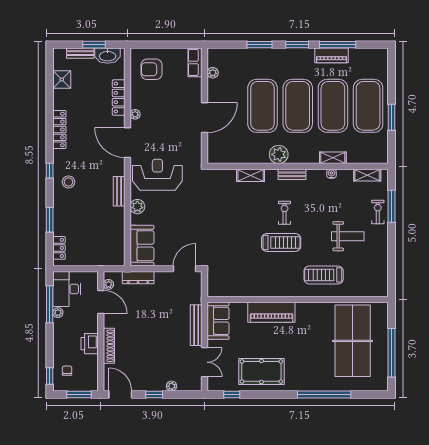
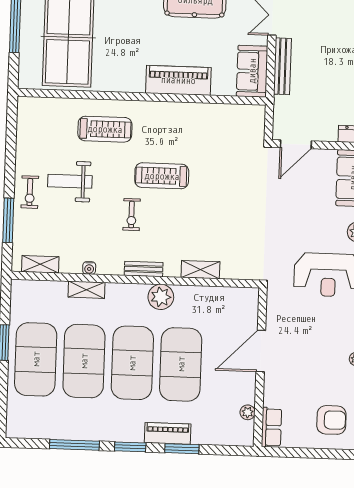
piano: (332, 55) -> (168, 433), moved
exercise bike: (378, 212) -> (30, 192), moved
exercise bike: (285, 213) -> (132, 215), moved

